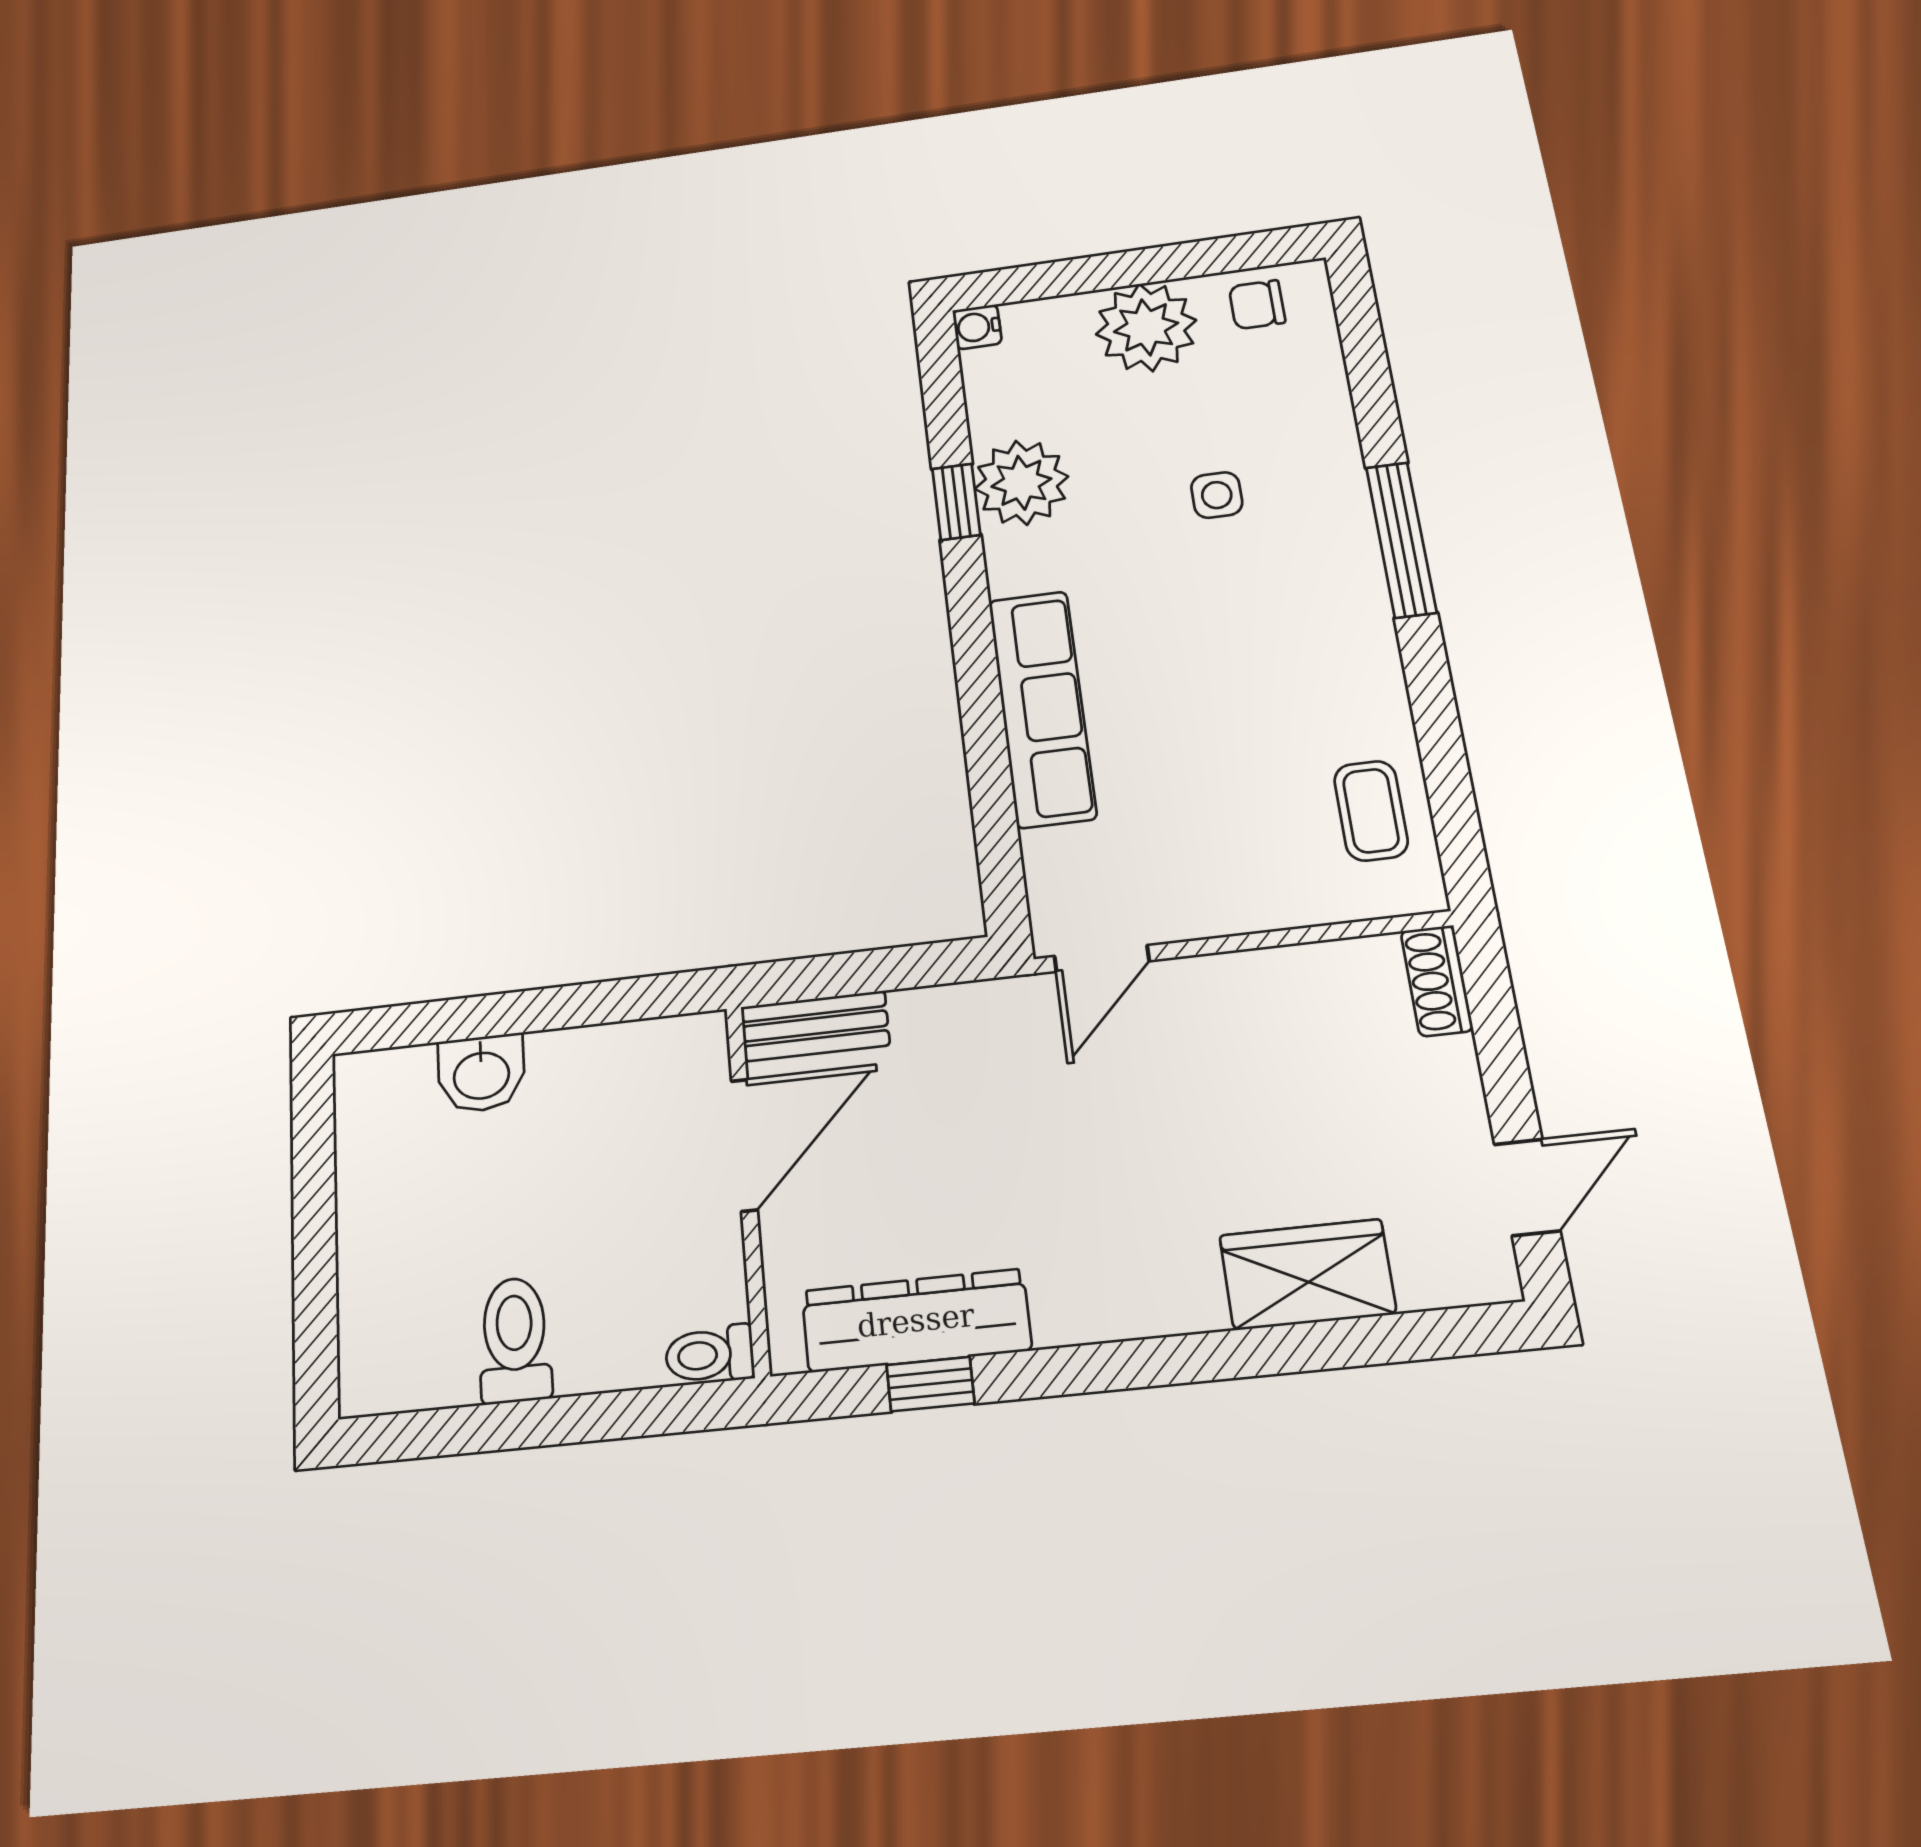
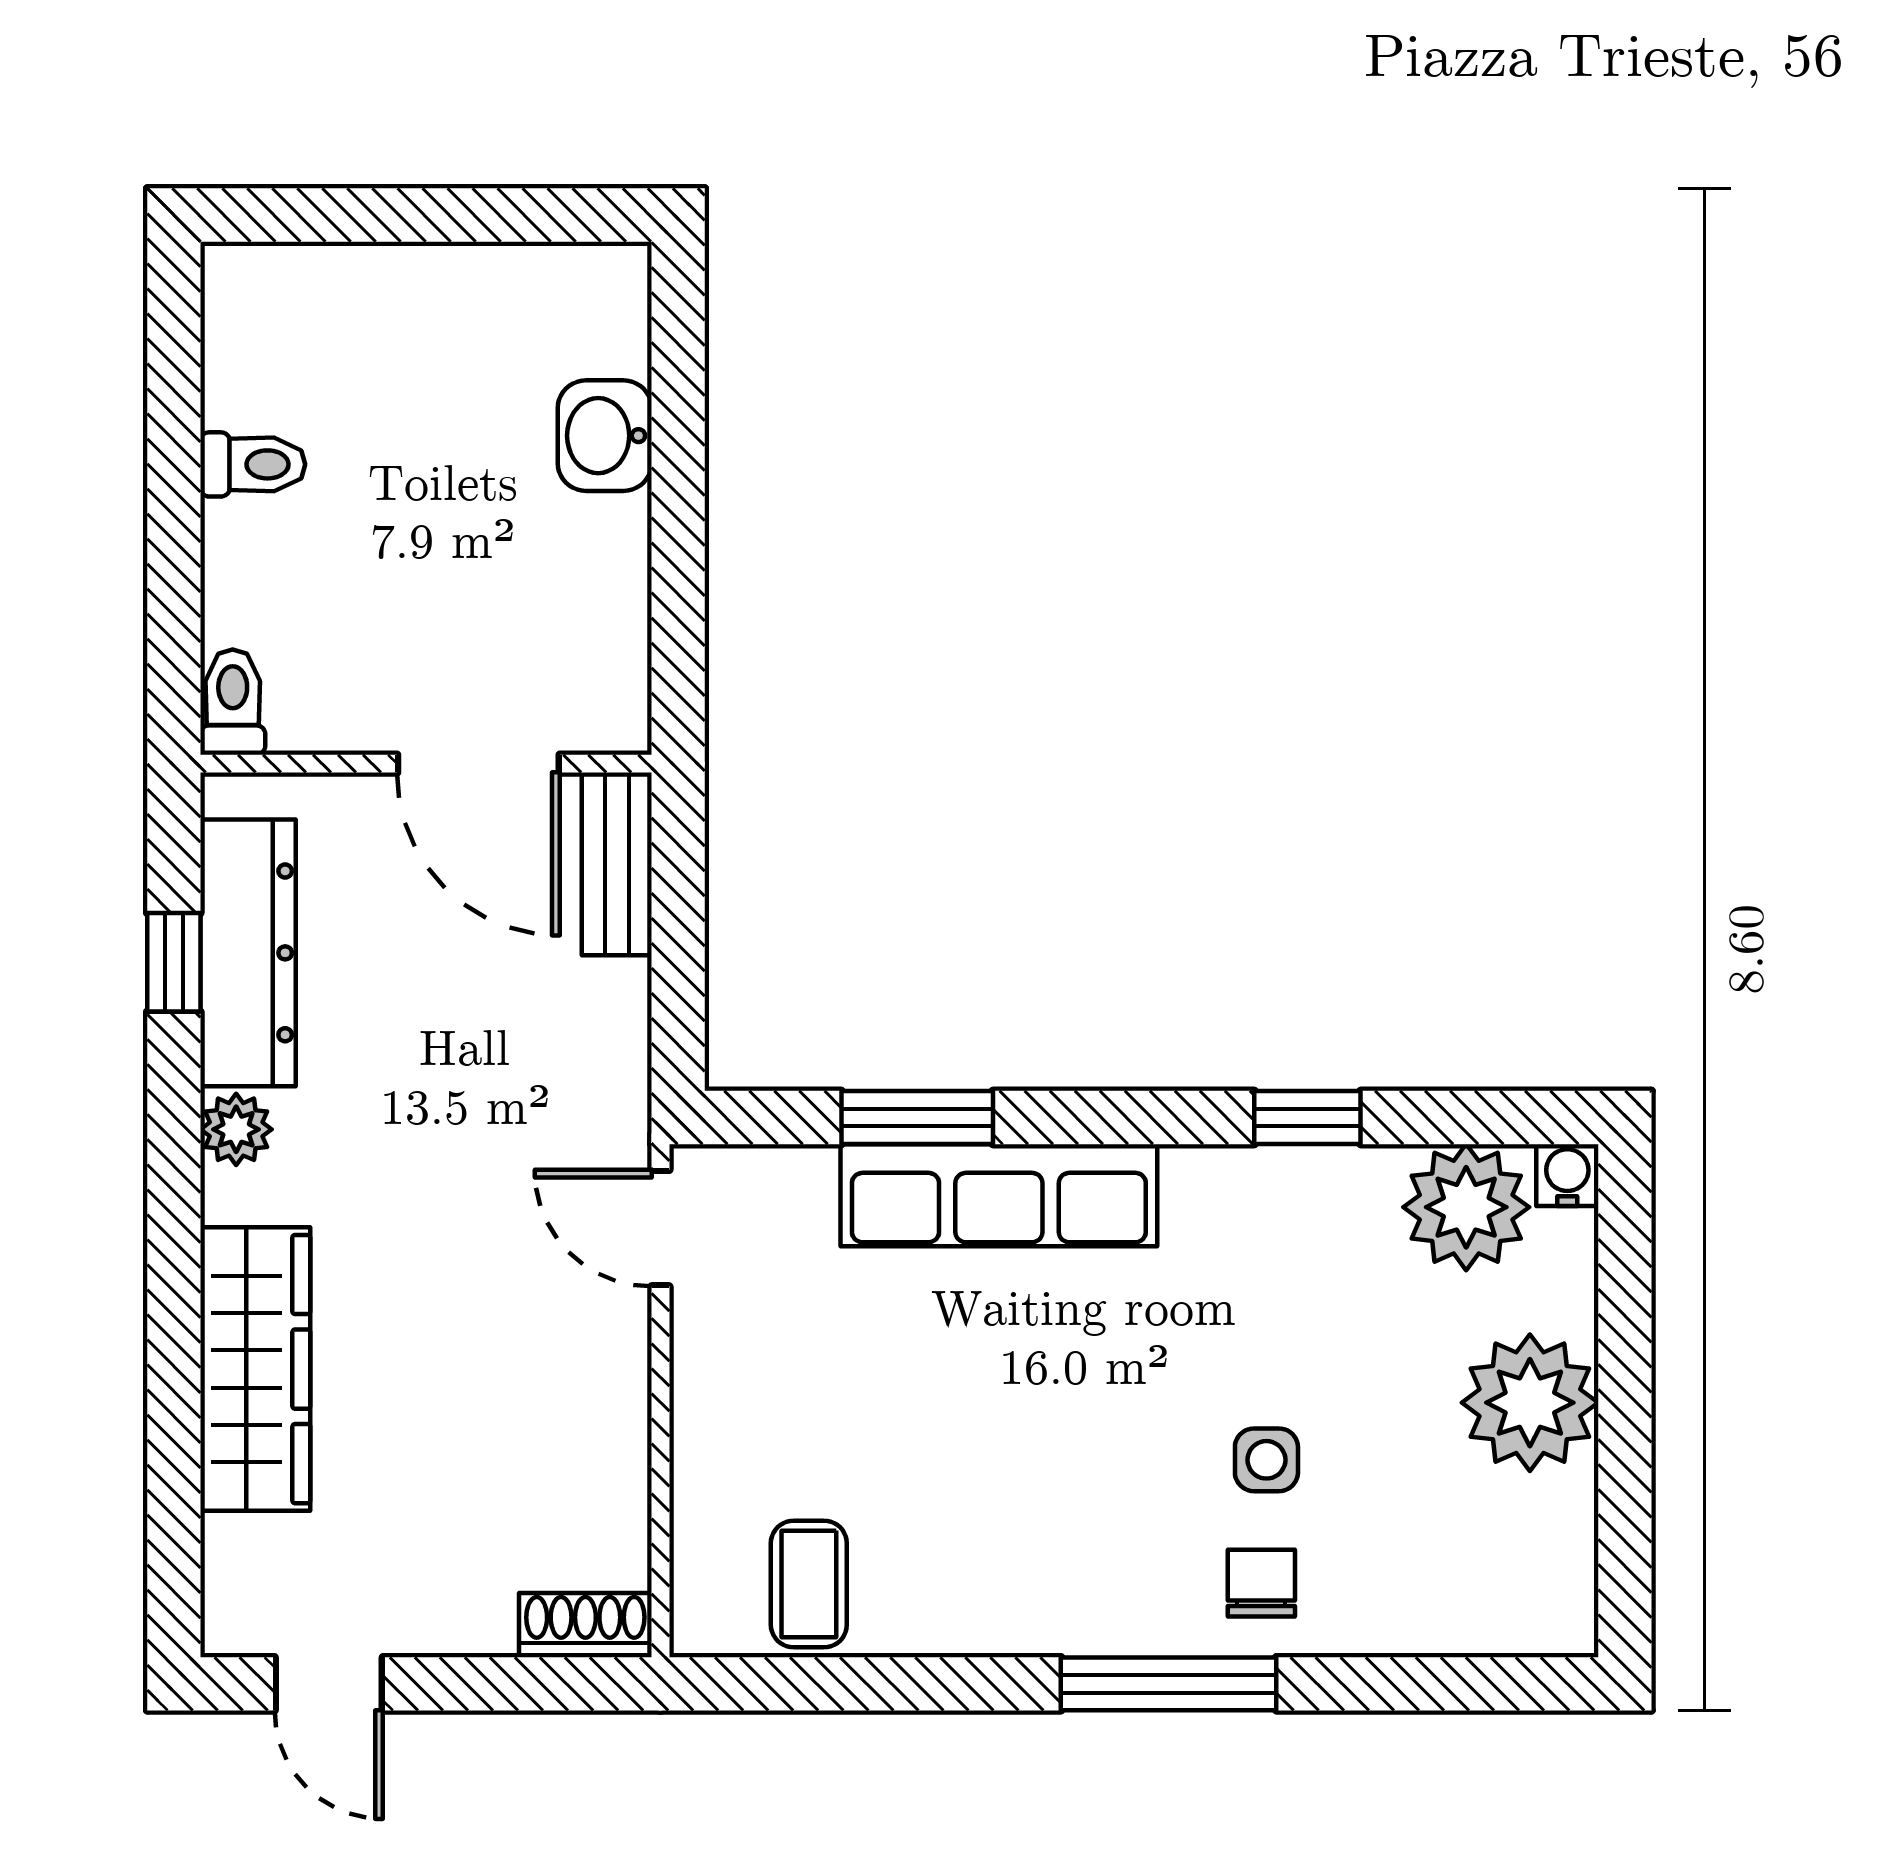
chair: (1257, 305) -> (1261, 1583), moved
plant: (1021, 483) -> (1466, 1207), moved
window: (989, 775) -> (917, 1118), added
coffee table: (1371, 811) -> (809, 1584), turned 90
wardrobe: (1307, 1274) -> (255, 1369), width x1.50
plant: (1065, 1316) -> (236, 1129), added
toilet: (515, 1340) -> (253, 464), width x0.73, depth x0.72

